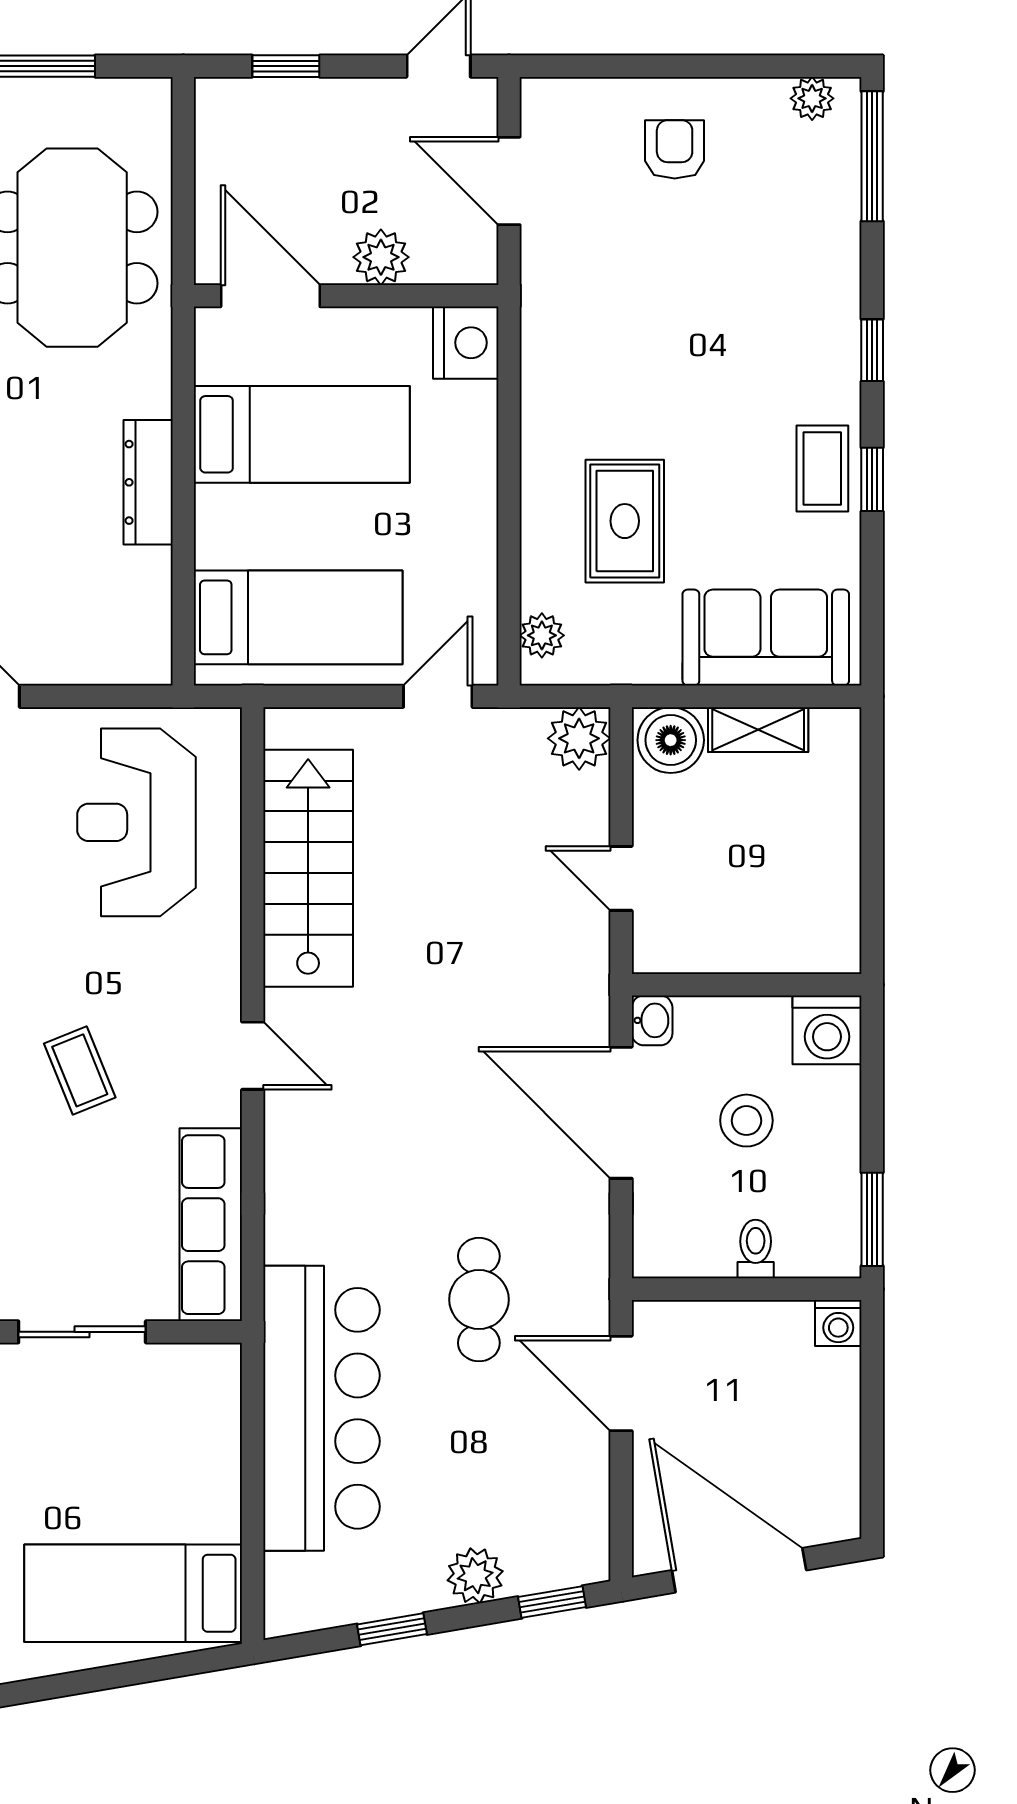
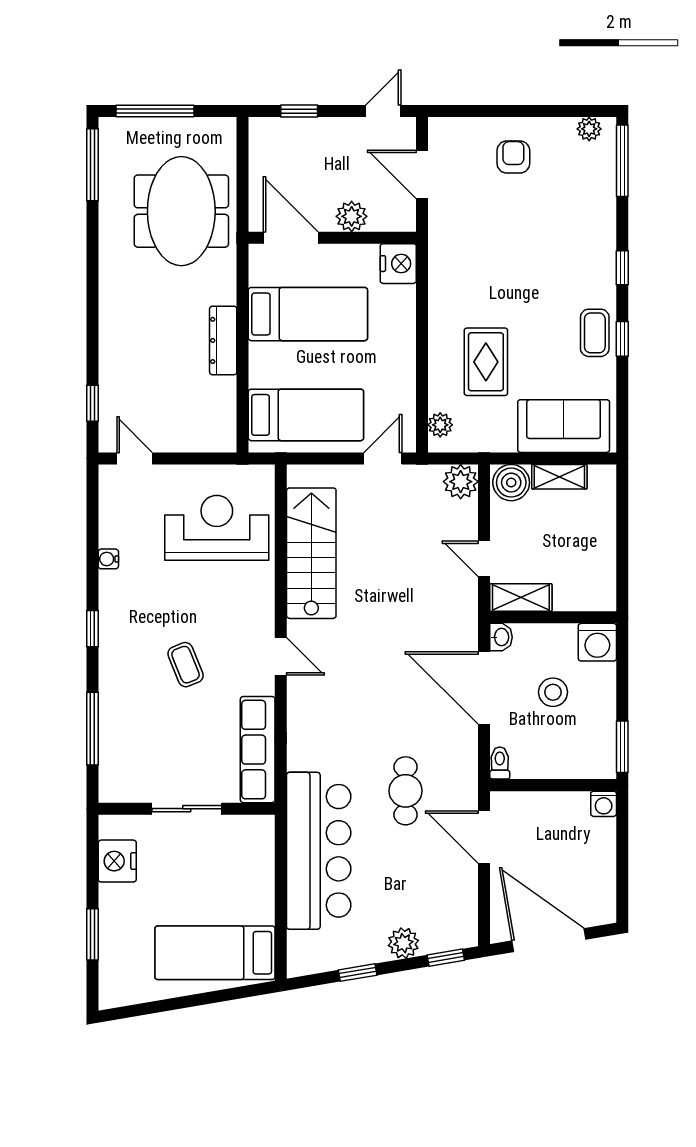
reception desk: (137, 822) -> (217, 528), turned 90
shelving: (688, 949) -> (521, 598), added
toilet: (756, 1249) -> (500, 763), moved

